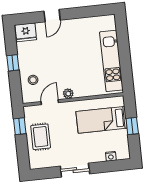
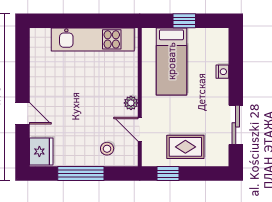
window: (13, 63) -> (81, 174), width x2.17
nightstand: (111, 156) -> (222, 72), moved
sliding door: (75, 170) -> (236, 125), moved

